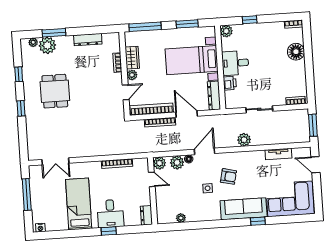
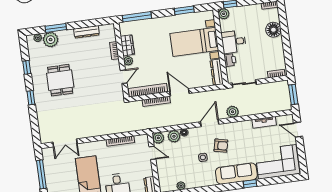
window: (187, 24) -> (184, 10), moved
plant: (226, 31) -> (224, 14), moved
bed with nightstands: (192, 60) -> (194, 42), moved
desk: (235, 63) -> (234, 42), moved
wall: (220, 67) -> (220, 47), moved
printer: (230, 83) -> (230, 60), moved
dresser: (214, 96) -> (217, 72), moved
door: (204, 151) -> (210, 123), moved

